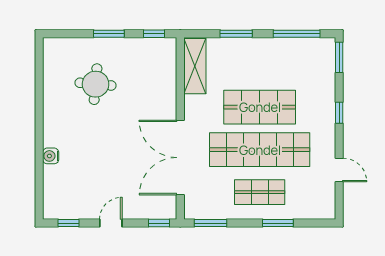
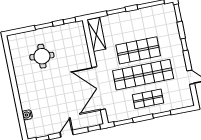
water cooler: (51, 156) -> (27, 115), moved

